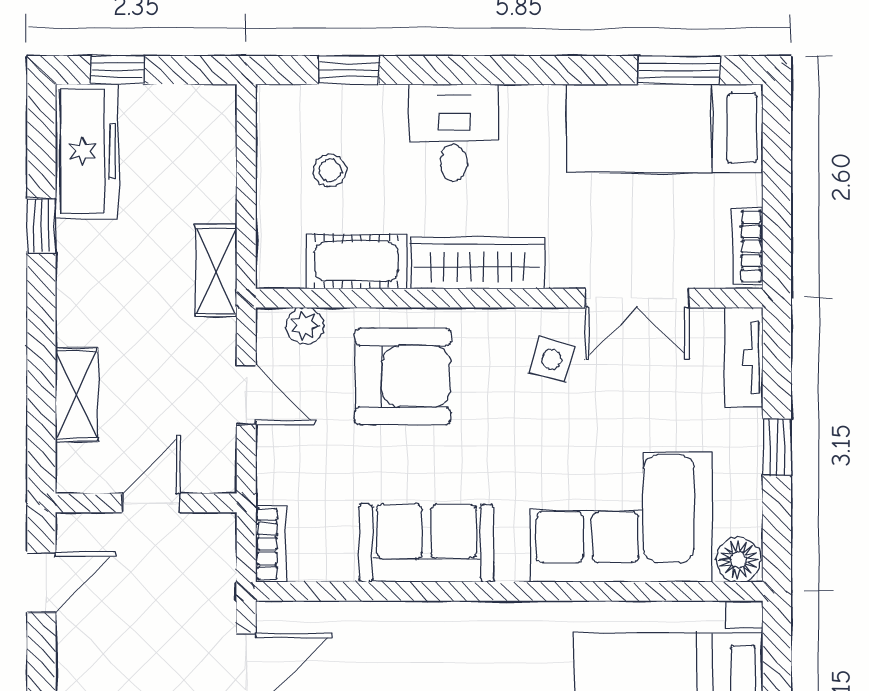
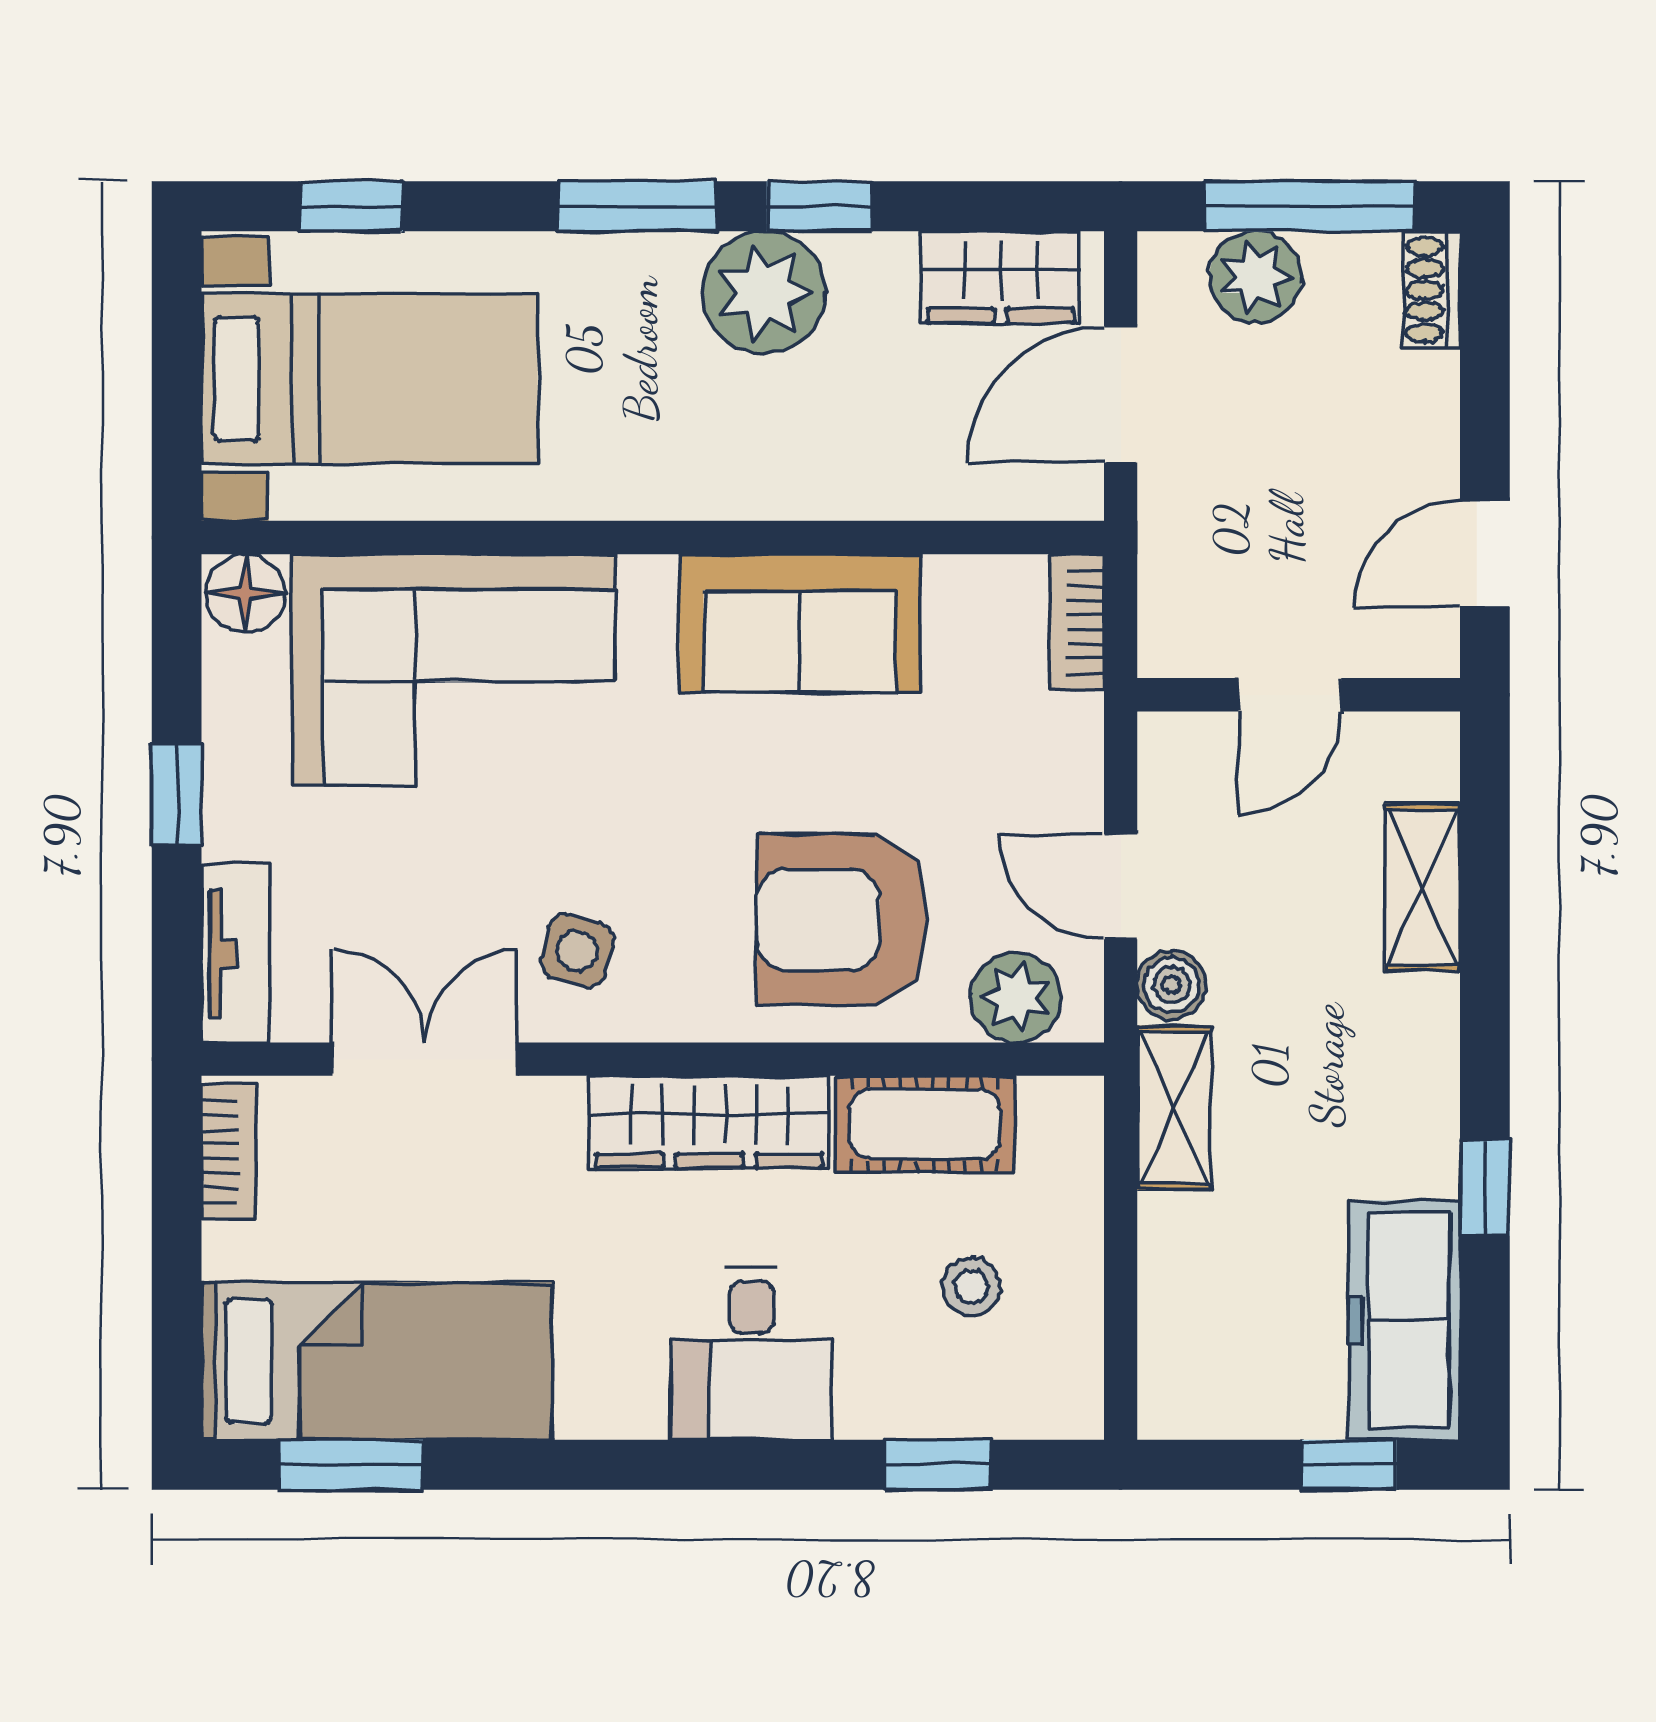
plant: (305, 326) -> (1016, 997), width x1.38, depth x1.38
boiler: (218, 340) -> (1172, 985), added

